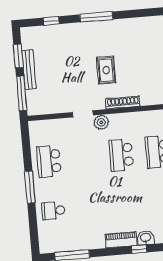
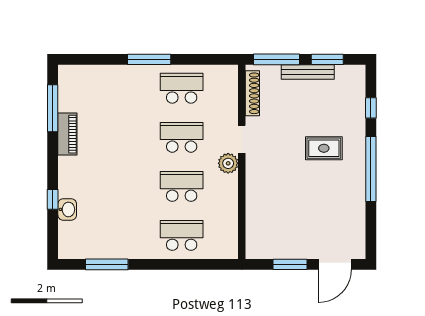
window: (96, 17) -> (371, 169), width x1.46
rug: (106, 70) -> (324, 148), moved
shoe rack: (123, 102) -> (252, 93), moved
school desk: (53, 211) -> (182, 137), moved, width x1.85
piano: (121, 240) -> (67, 134), moved

